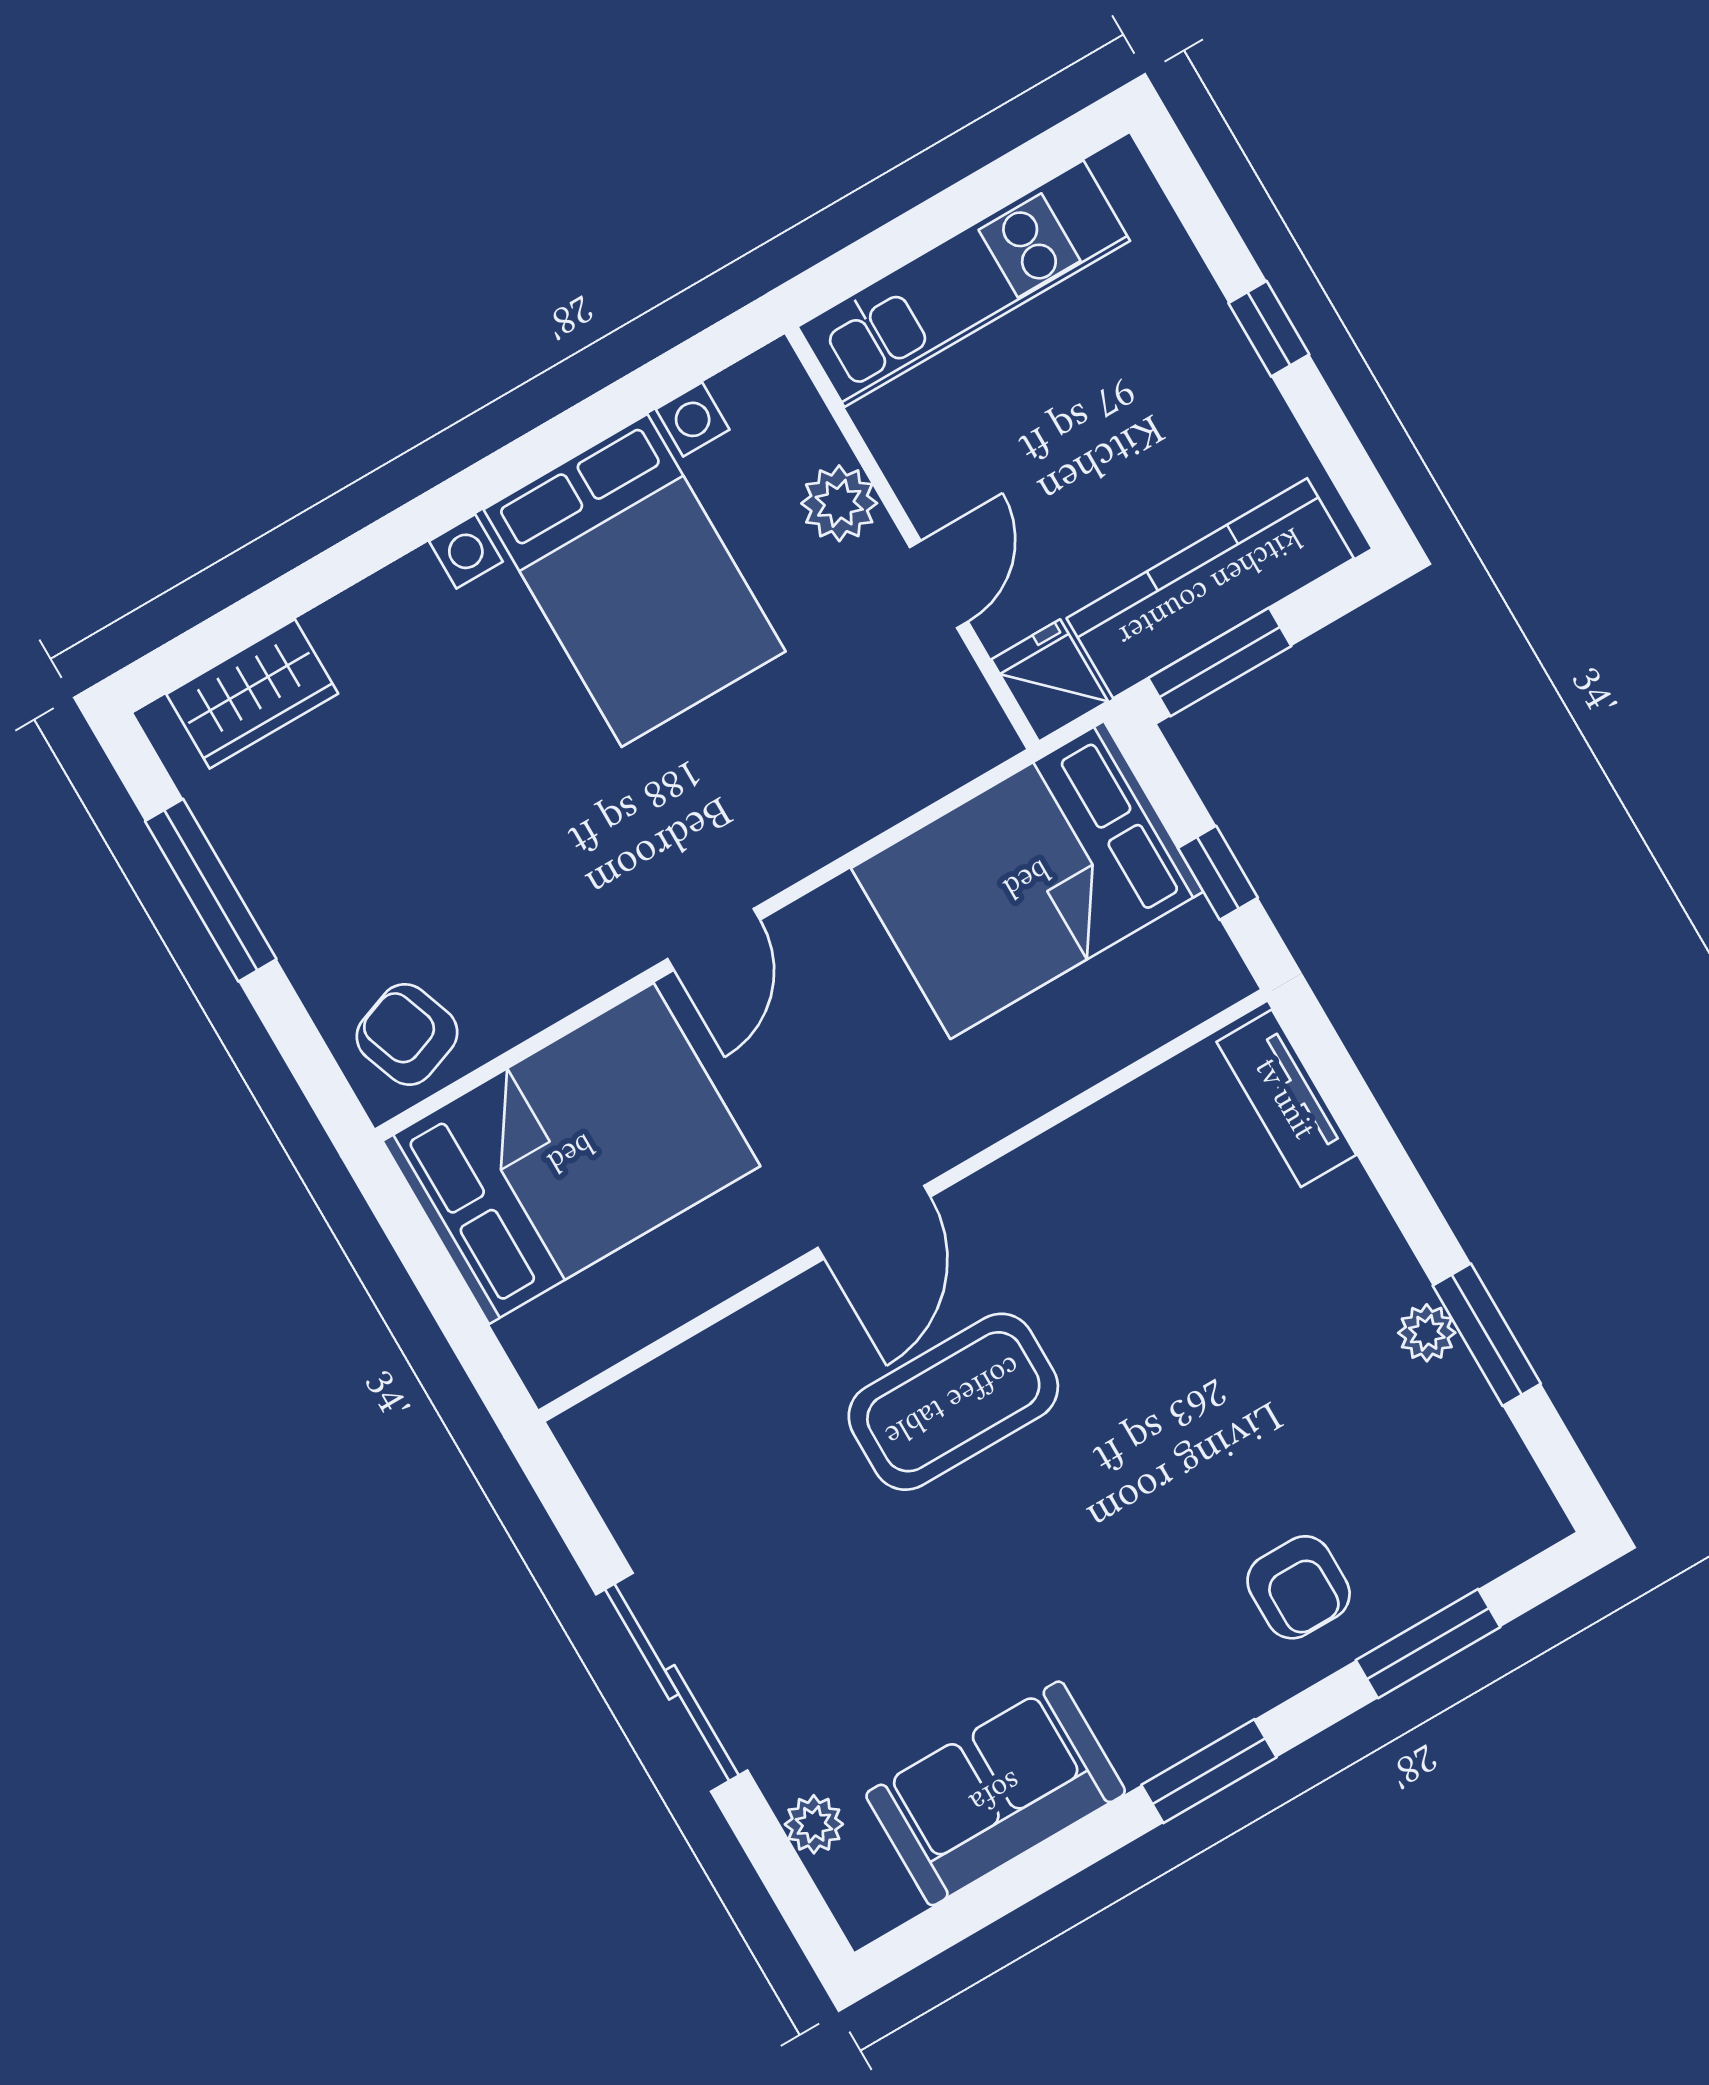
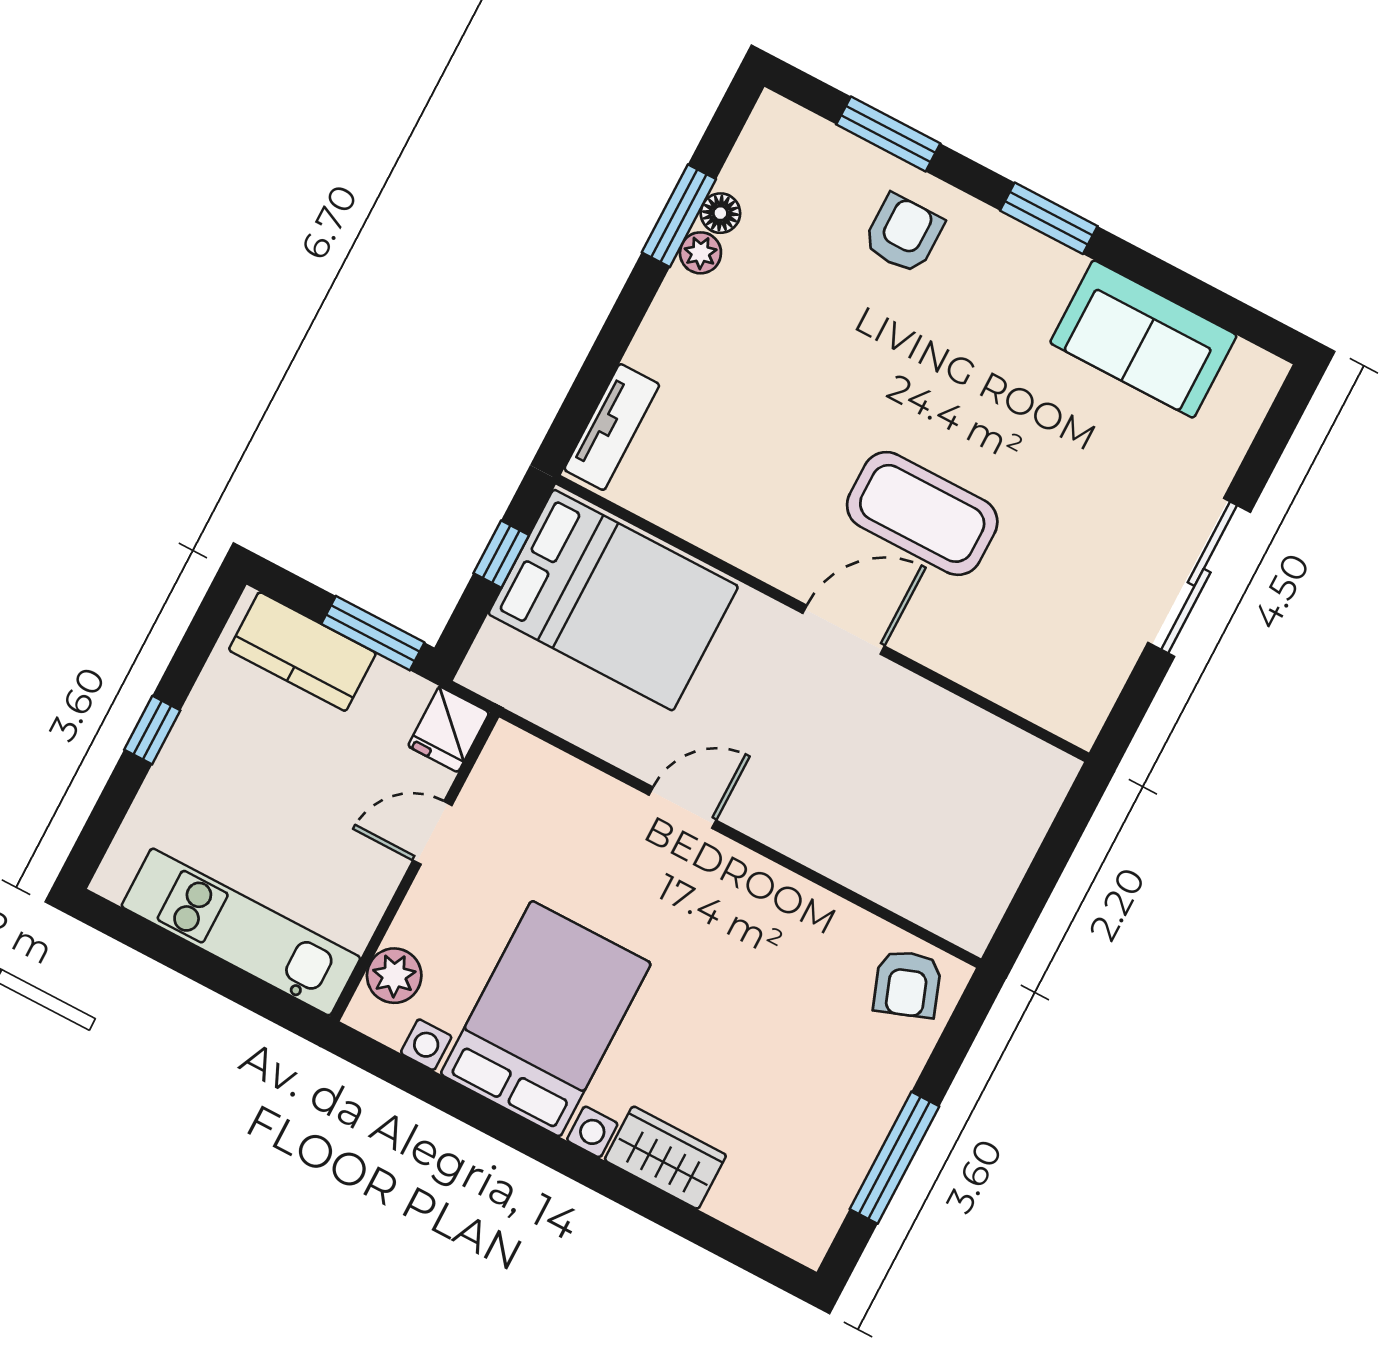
plant: (839, 503) -> (394, 976), moved
kitchen counter: (1210, 588) -> (302, 652), width x0.67
wardrobe: (252, 694) -> (665, 1158), moved
bed: (1027, 880) -> (613, 600), moved
door: (714, 939) -> (683, 808), moved
bed: (571, 1154) -> (917, 839), removed
floor lamp: (1459, 1386) -> (720, 213), added
plant: (814, 1824) -> (1231, 437), removed

